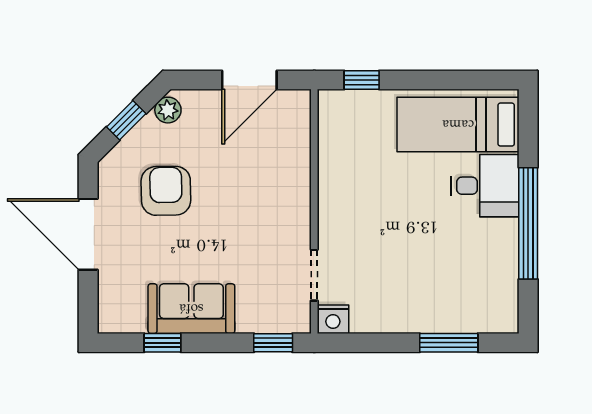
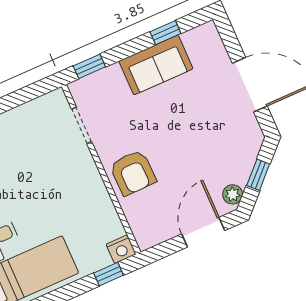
door: (249, 80) -> (203, 232), moved
armchair: (166, 191) -> (133, 173), moved
nightstand: (333, 319) -> (121, 249), moved, turned 180

